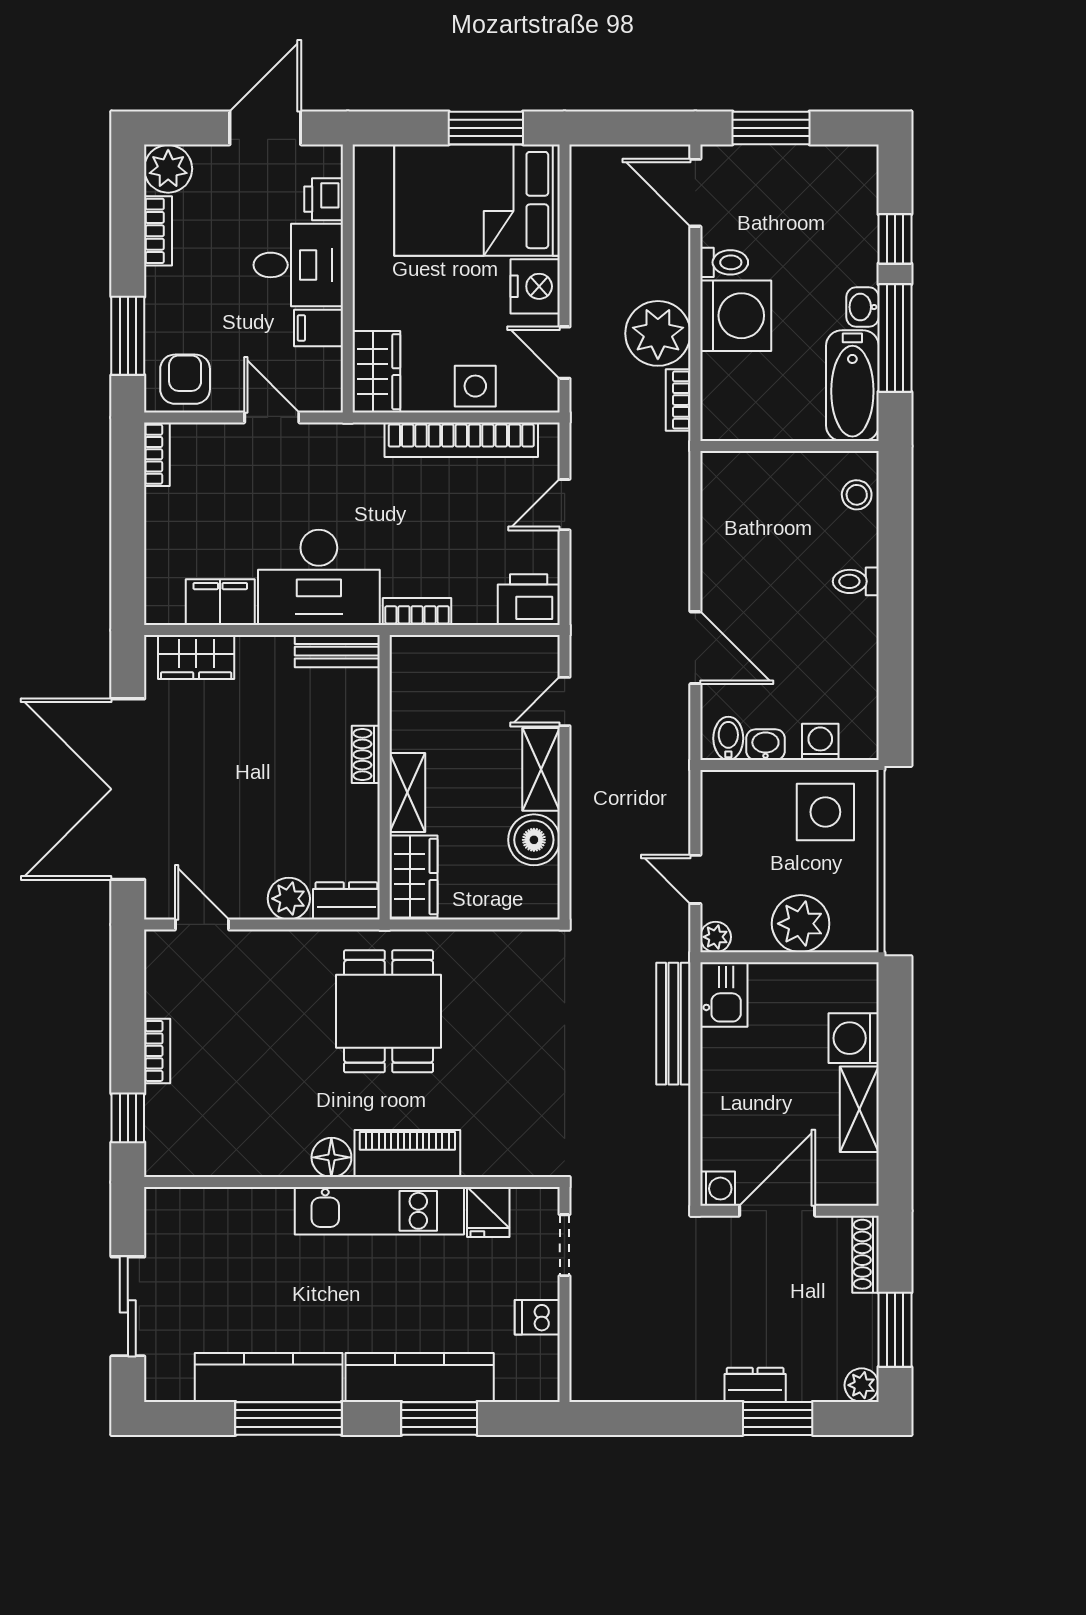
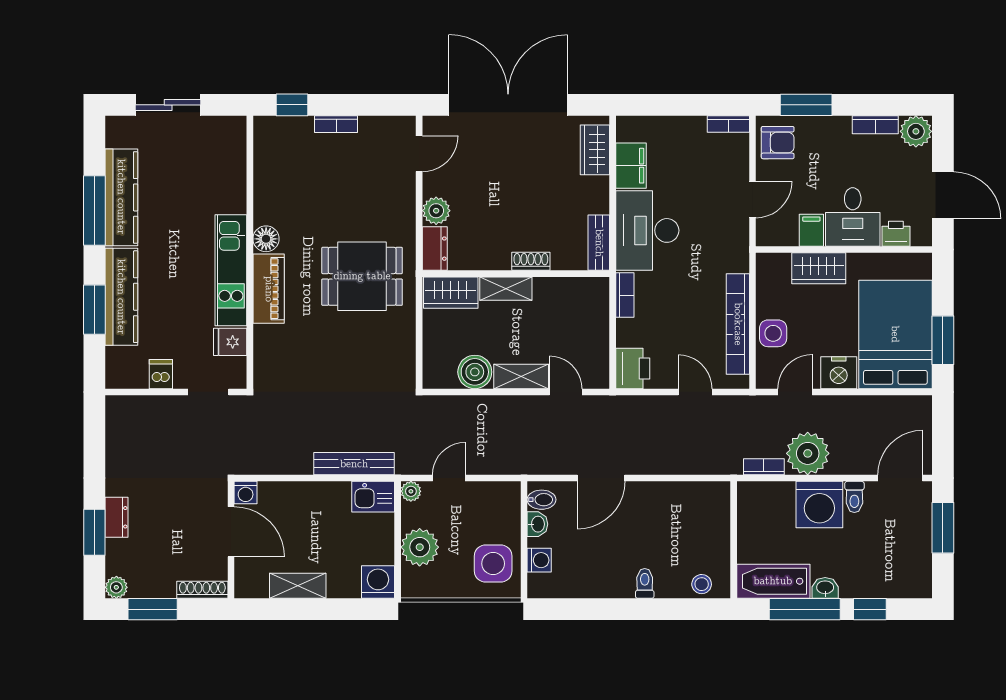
wardrobe: (376, 372) -> (819, 268), moved
washing machine: (854, 1038) -> (378, 582), moved

